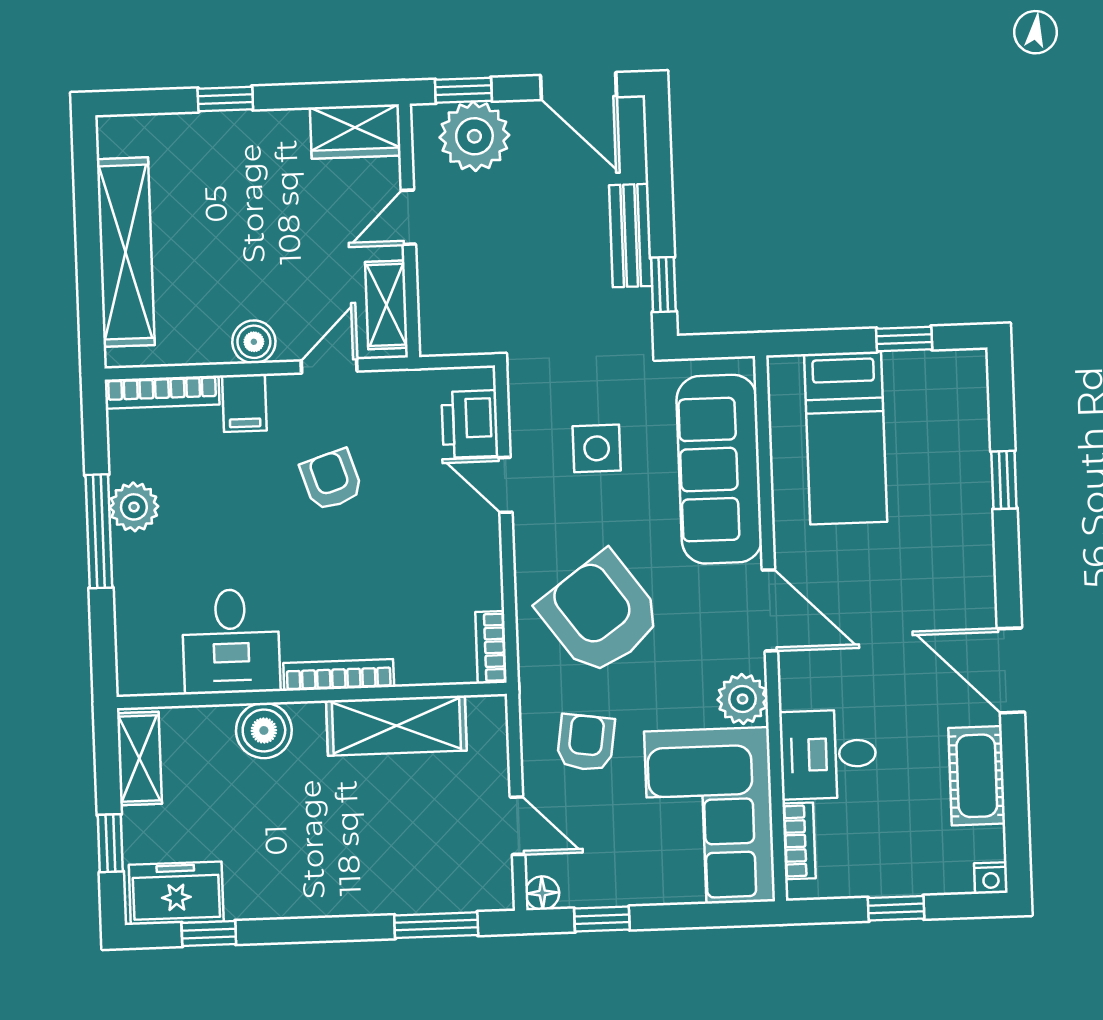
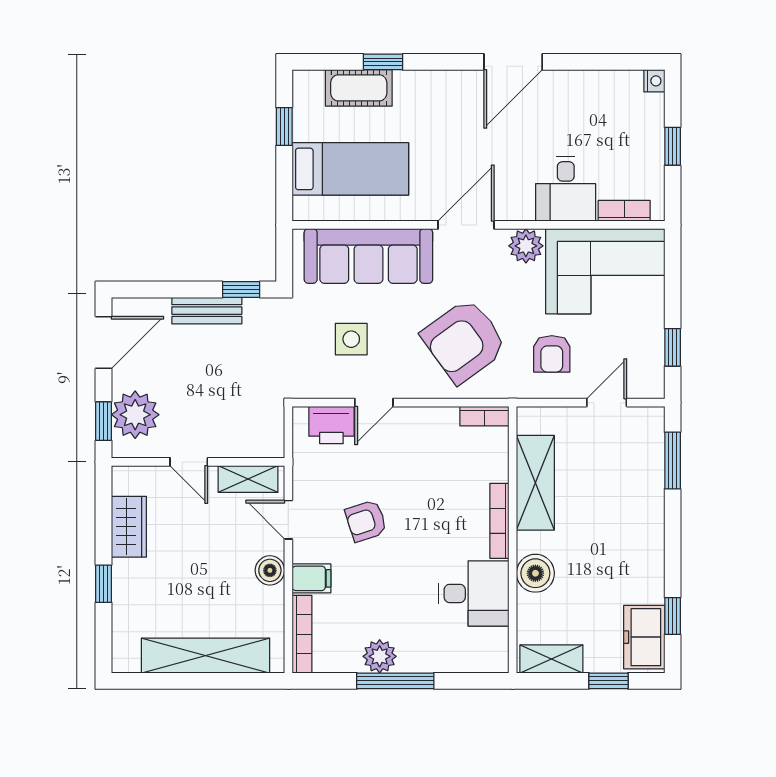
wardrobe: (355, 131) -> (129, 527), moved
armchair: (586, 743) -> (552, 354), turned -98
cot: (977, 776) -> (359, 88), moved
floor lamp: (542, 893) -> (653, 387), removed

